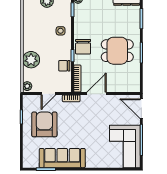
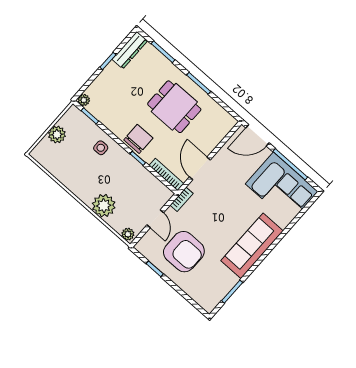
chair: (83, 47) -> (138, 139), turned -90
dining table: (117, 51) -> (174, 107), turned 90
chair: (64, 66) -> (141, 176), removed
armchair: (44, 124) -> (184, 252), turned 180
sofa: (62, 158) -> (252, 246), moved

